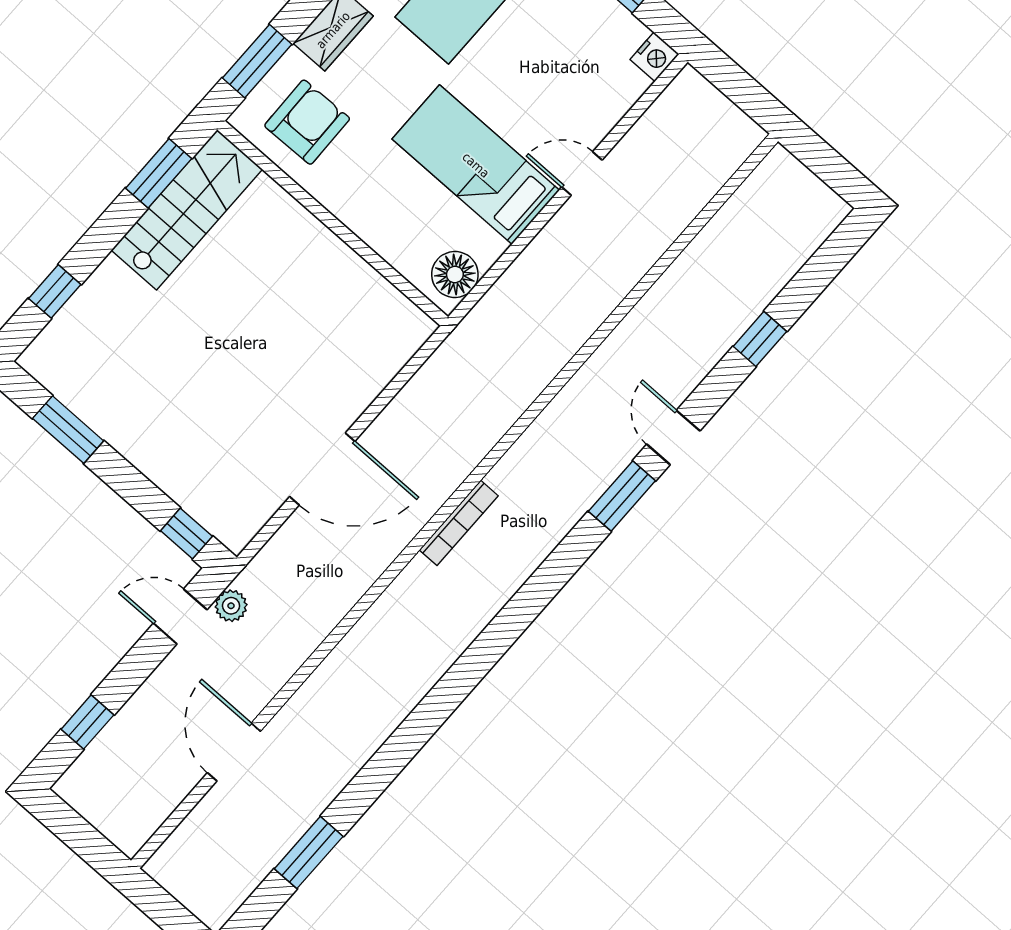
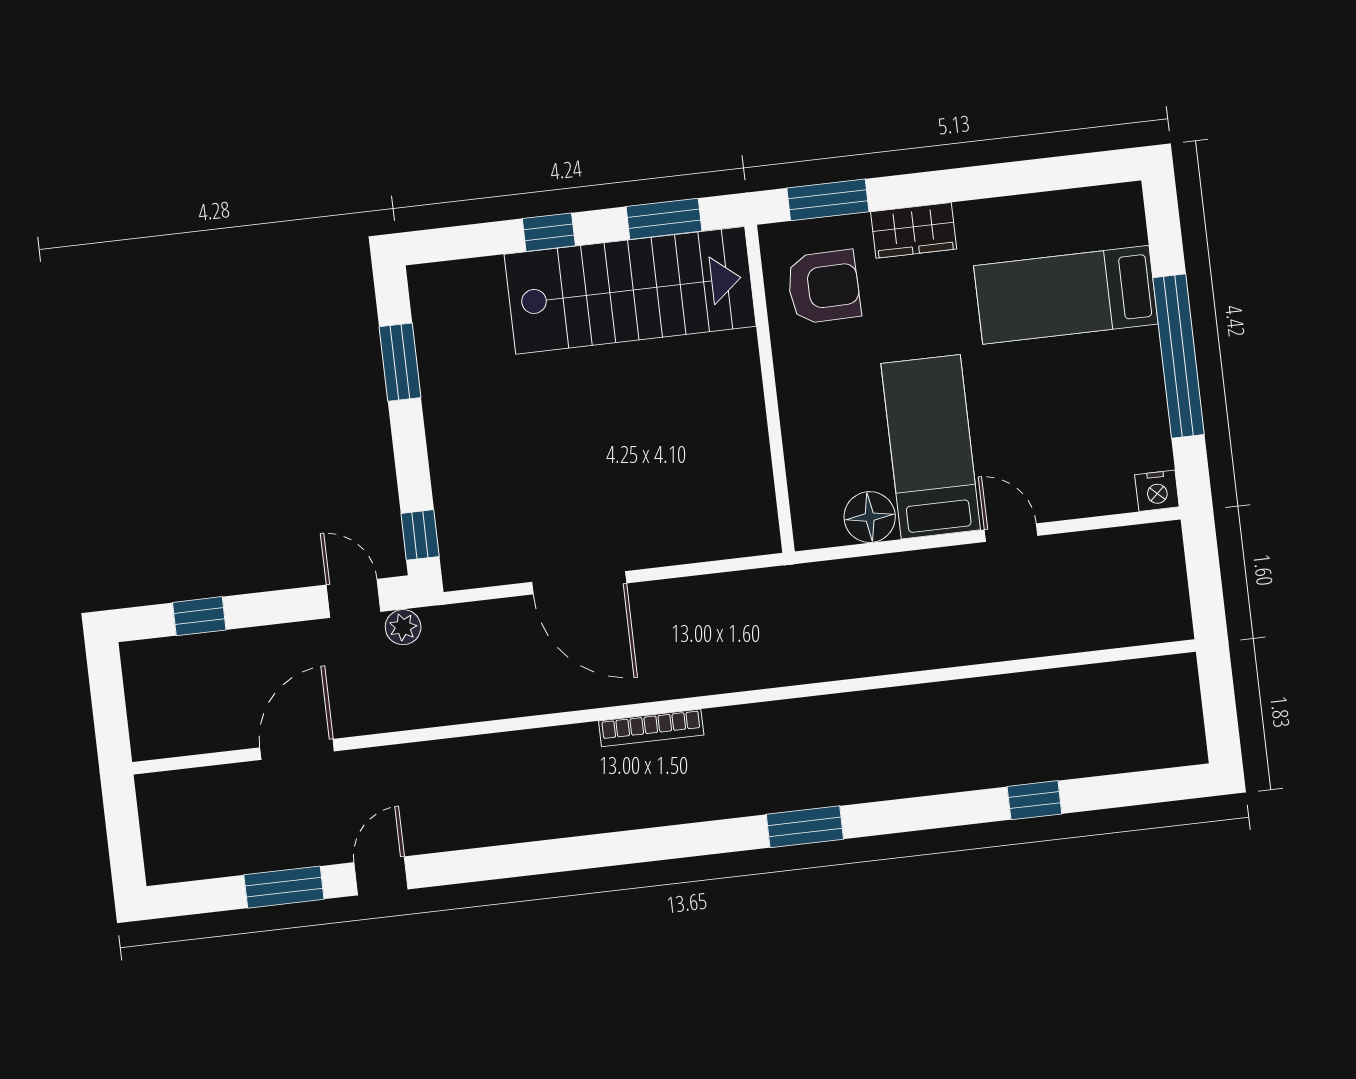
stairs: (187, 210) -> (630, 290), width x1.36, depth x1.51
floor lamp: (455, 275) -> (870, 517), moved
window: (55, 291) -> (549, 232), moved
door: (673, 437) -> (381, 876), moved

